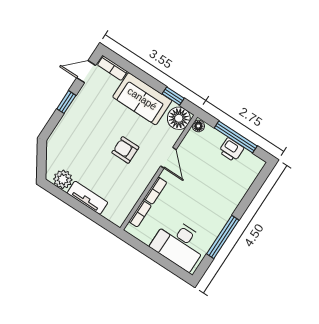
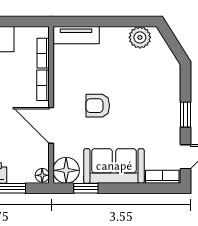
armchair: (125, 150) -> (98, 106), turned 180
door: (168, 158) -> (51, 125), width x1.38
tv unit: (87, 198) -> (76, 35), moved

